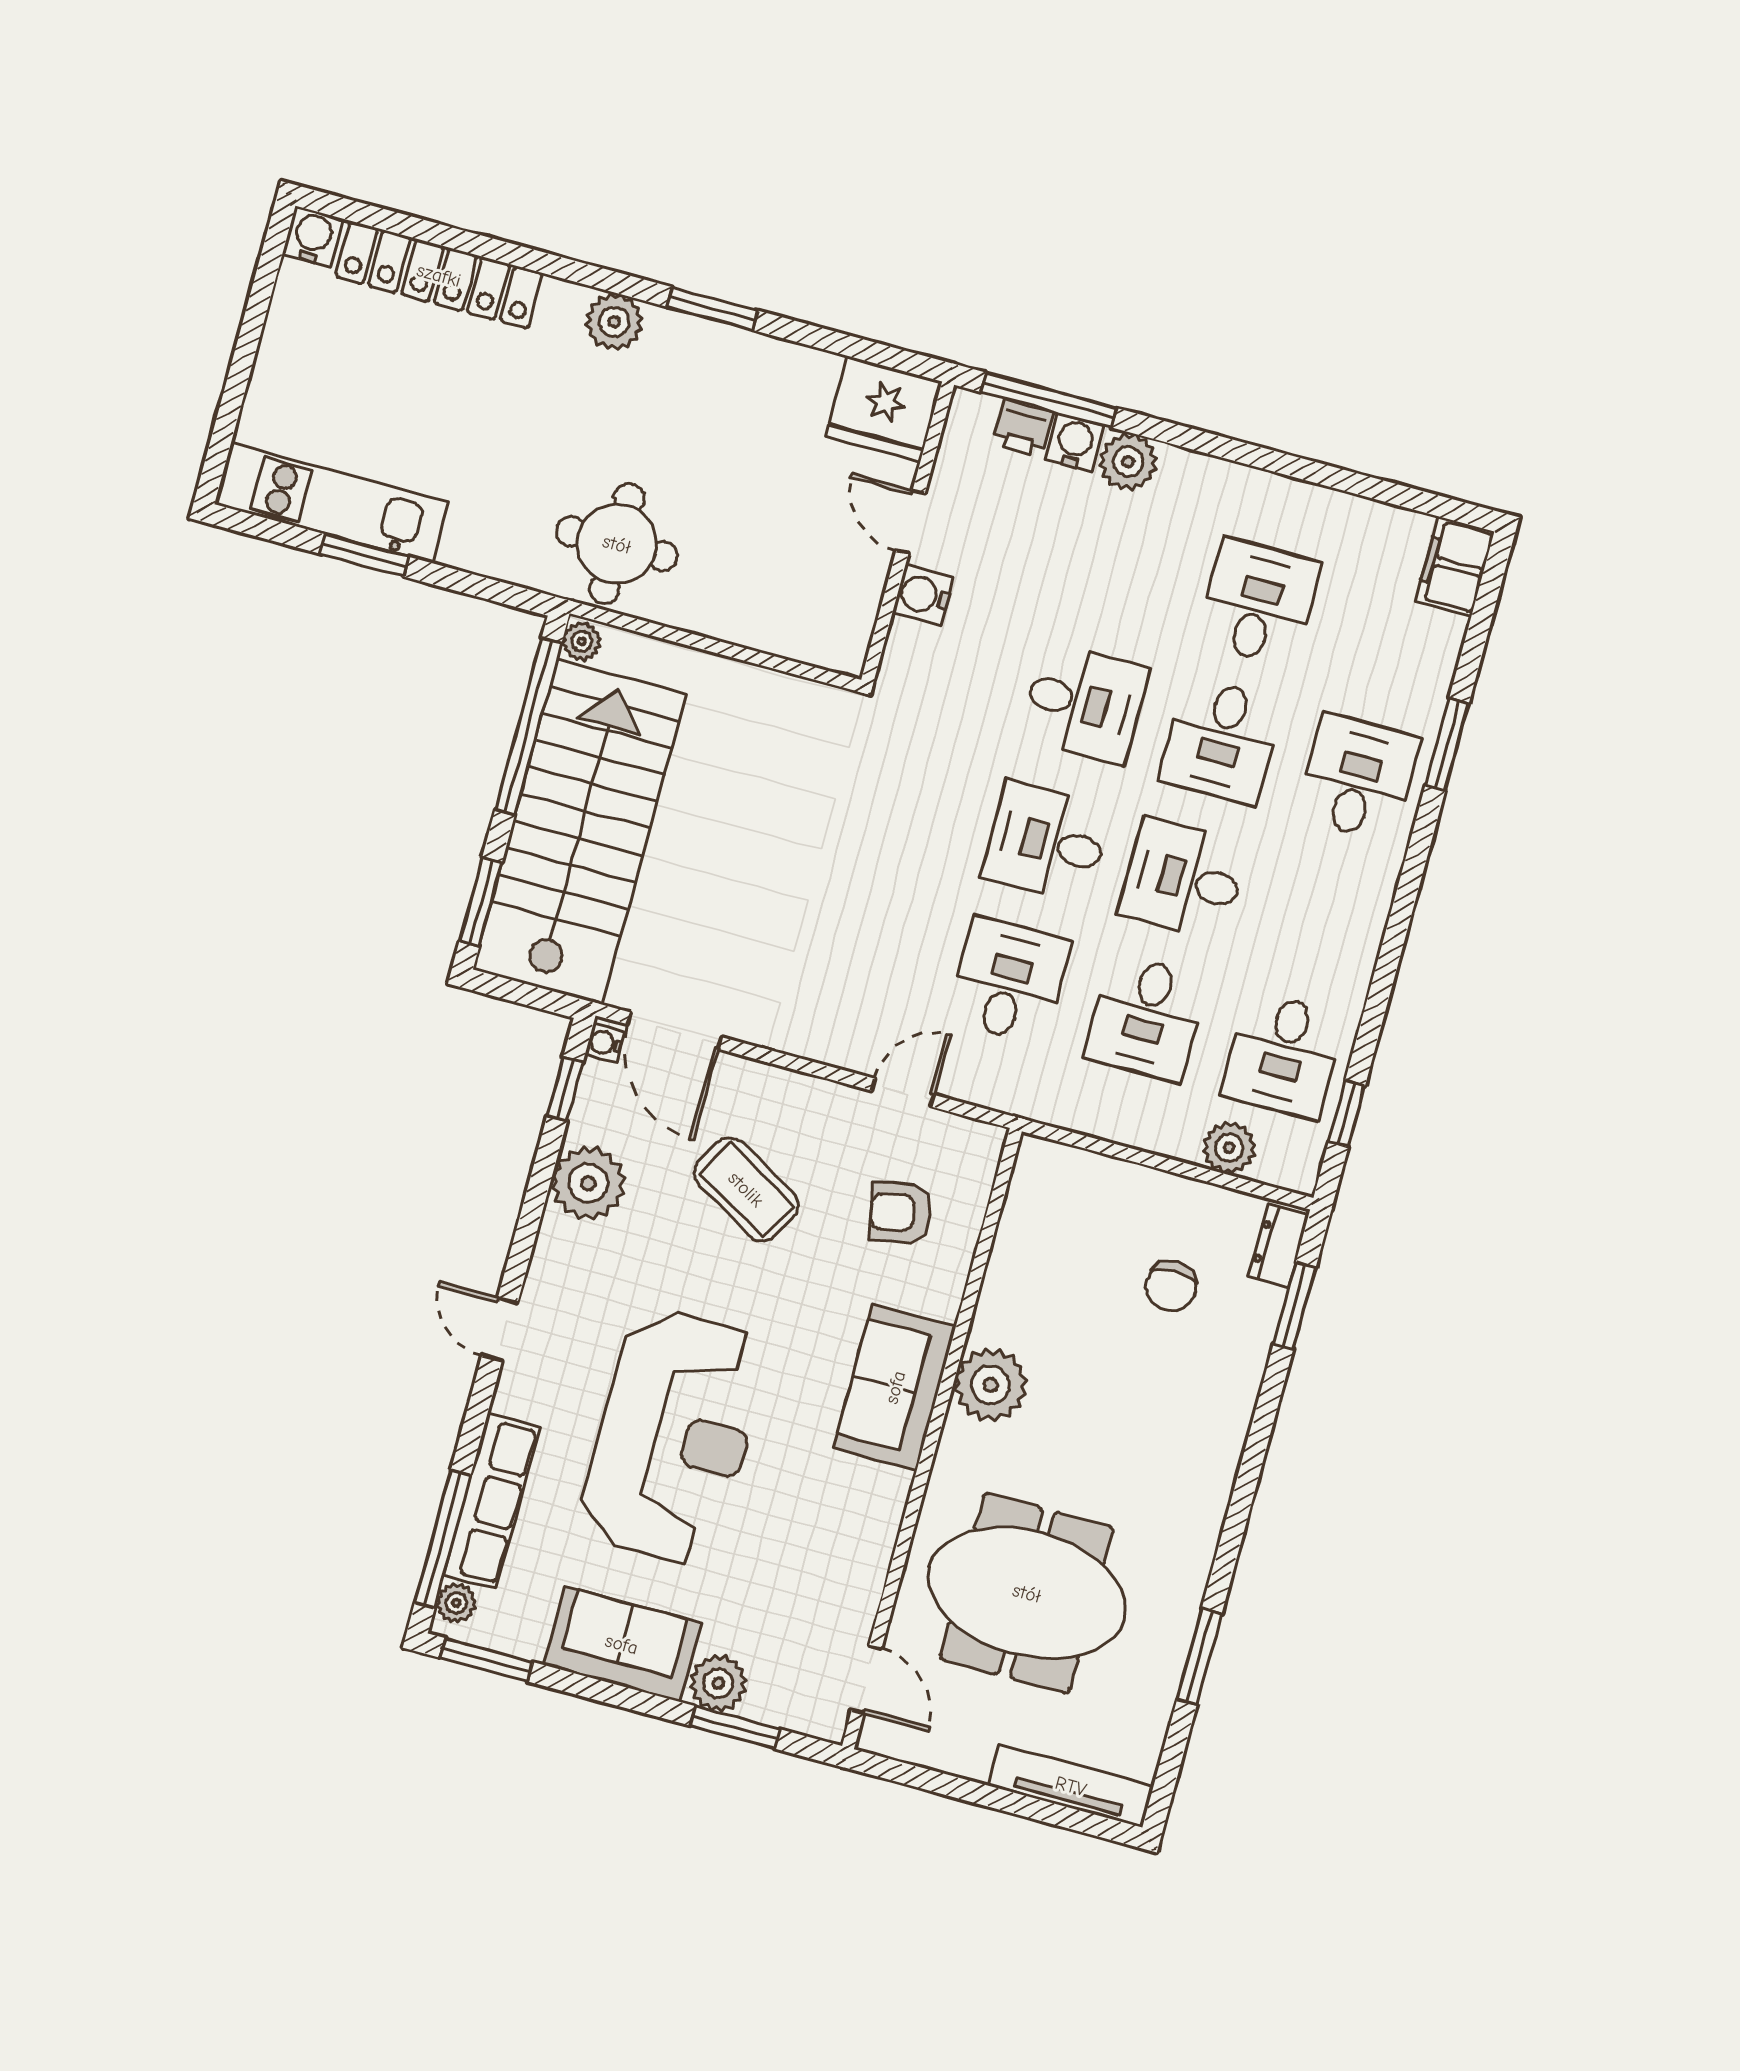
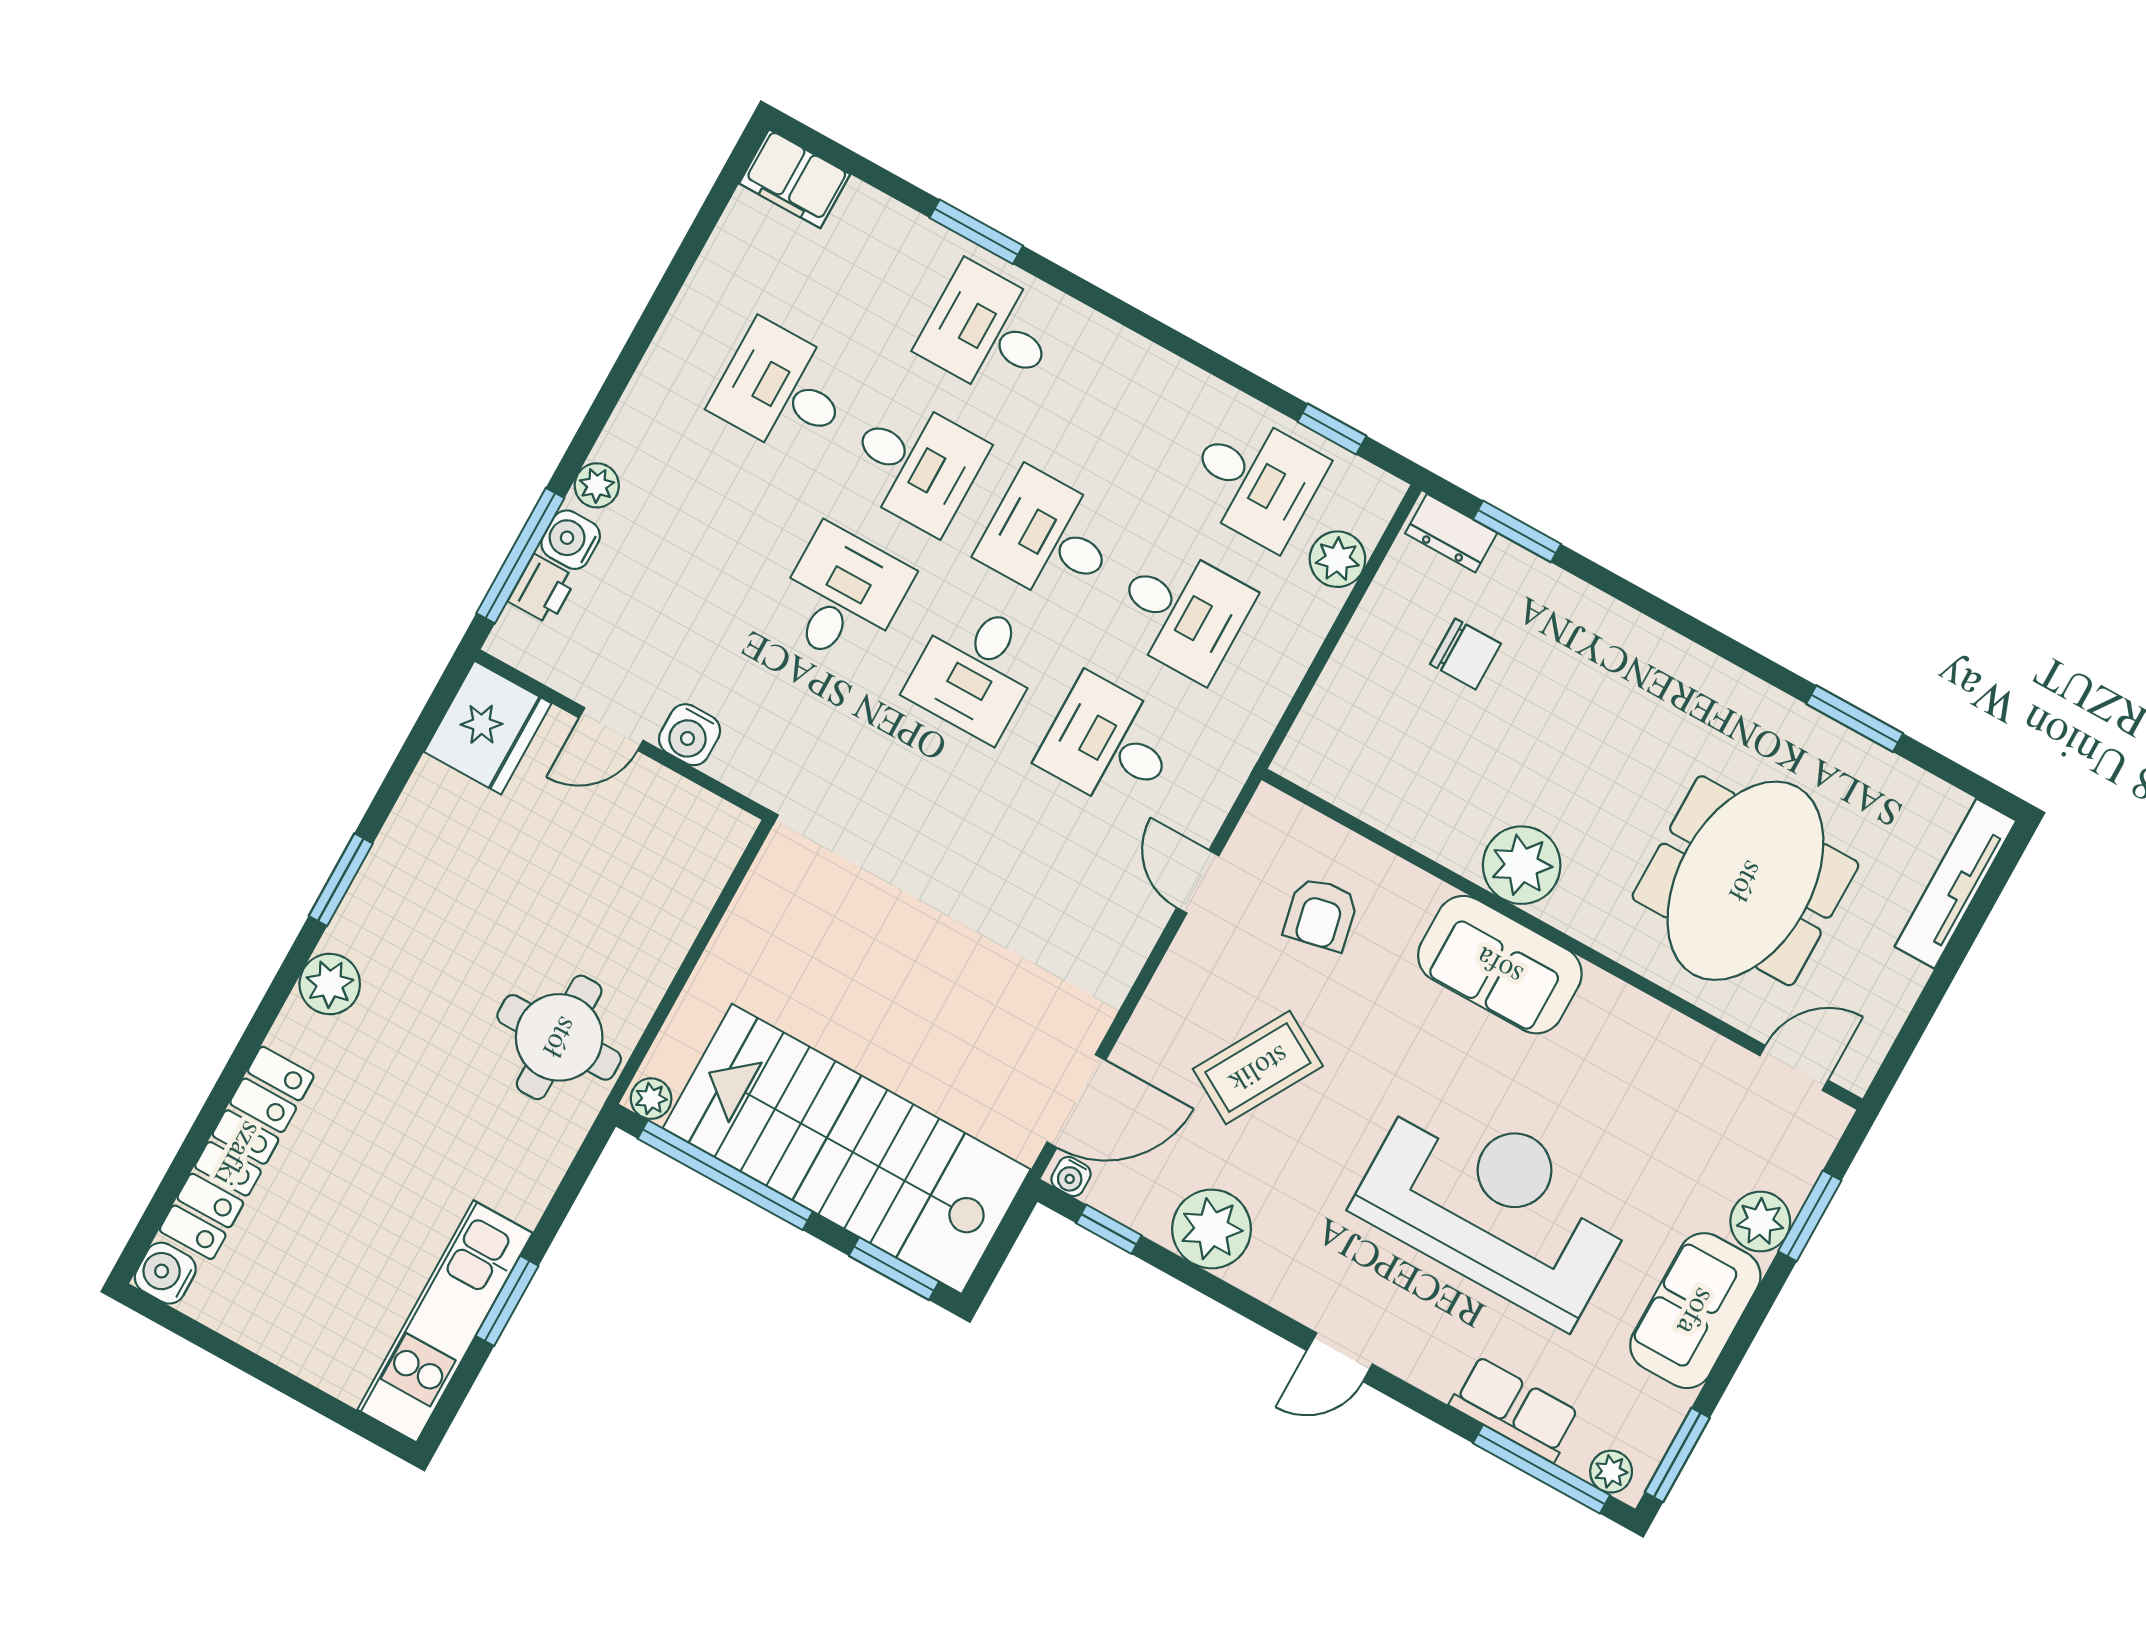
plant: (1128, 462) -> (597, 485), width x0.73, depth x0.73
desk: (1184, 879) -> (1049, 538), turned 90
row of seats: (492, 1501) -> (1515, 1409), width x0.68

